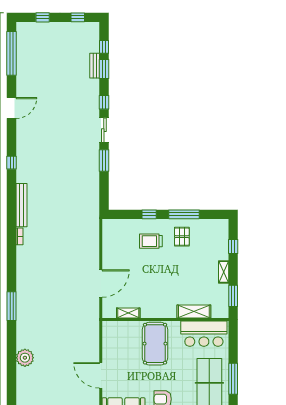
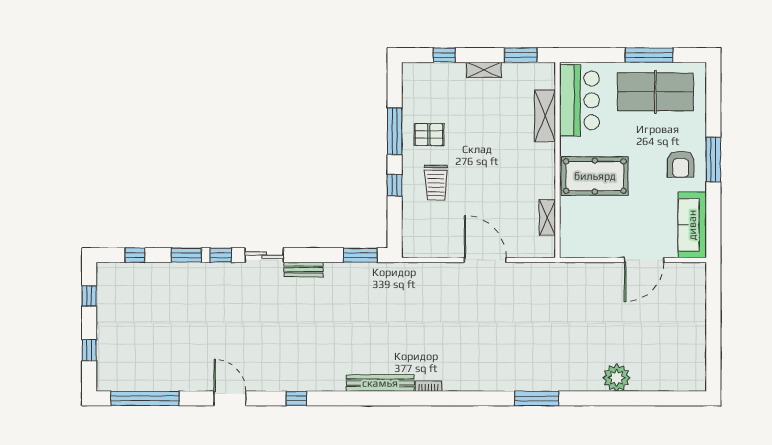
bench: (95, 66) -> (304, 270), moved
window: (104, 69) -> (186, 255), moved
window: (104, 161) -> (360, 255), moved
window: (12, 163) -> (296, 398), moved
door: (101, 284) -> (485, 260), moved

